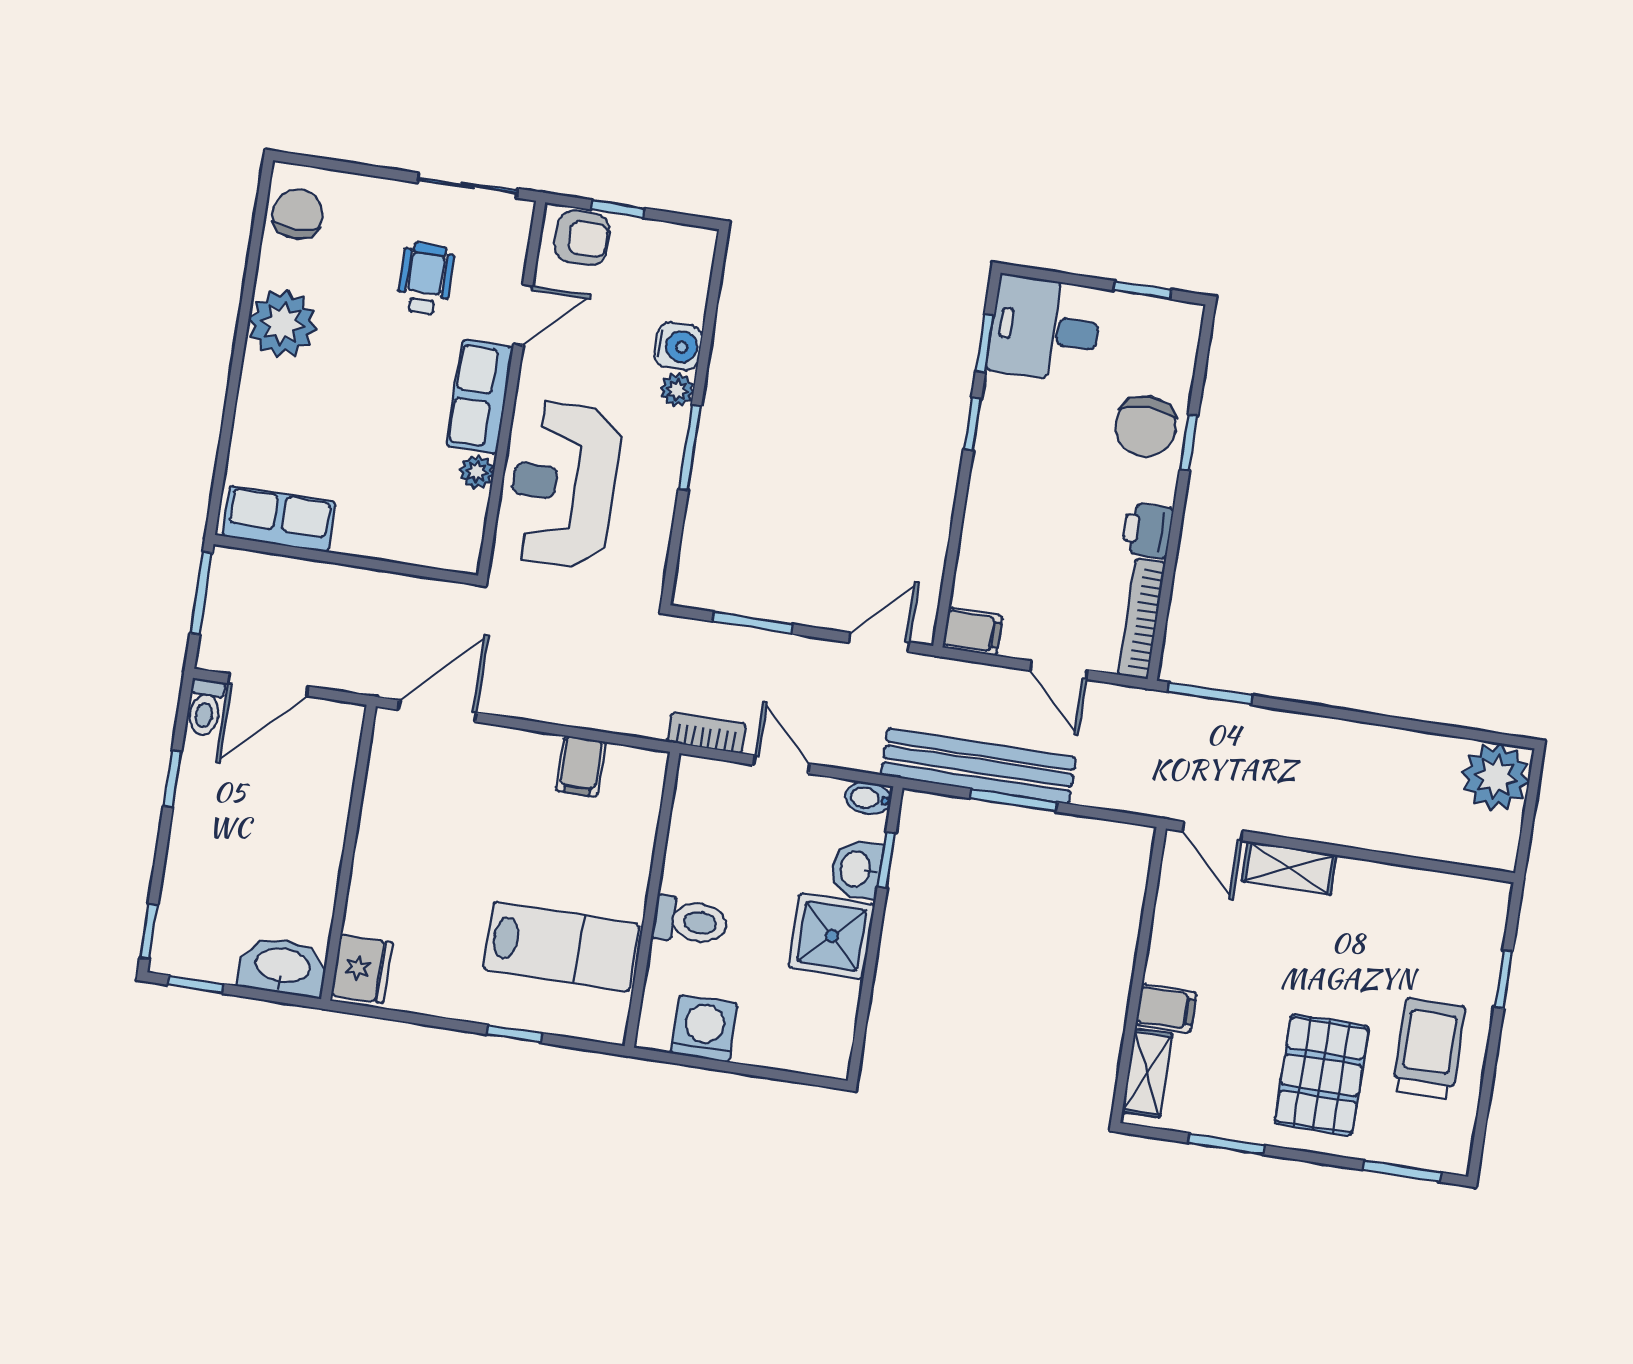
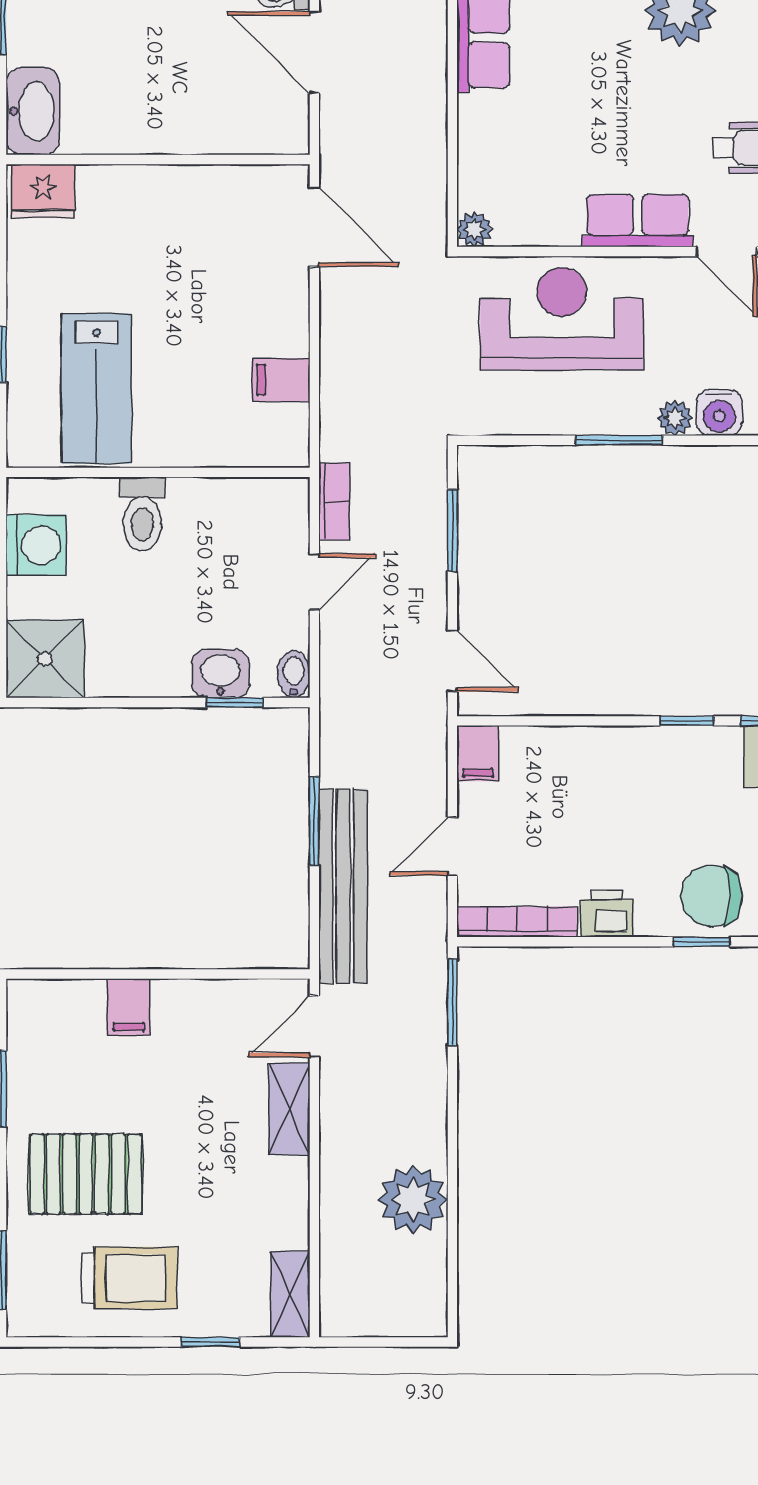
plant: (477, 472) -> (474, 229), moved
bench: (978, 766) -> (343, 886), moved
plant: (1496, 777) -> (413, 1199), moved
shower: (832, 936) -> (45, 659), moved
shelving: (1147, 1073) -> (290, 1294), moved, turned 90

